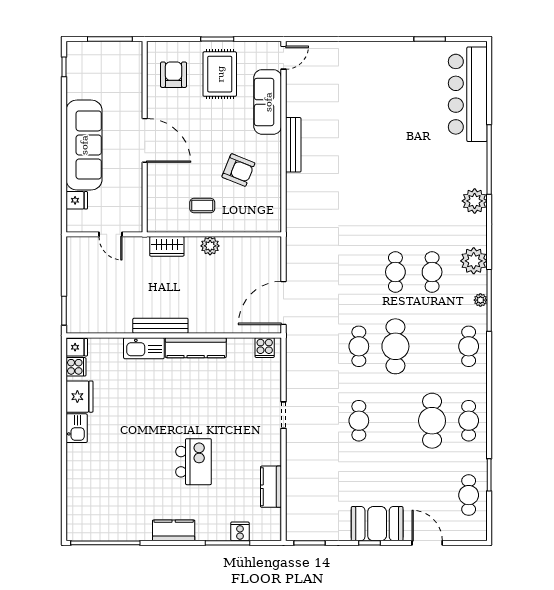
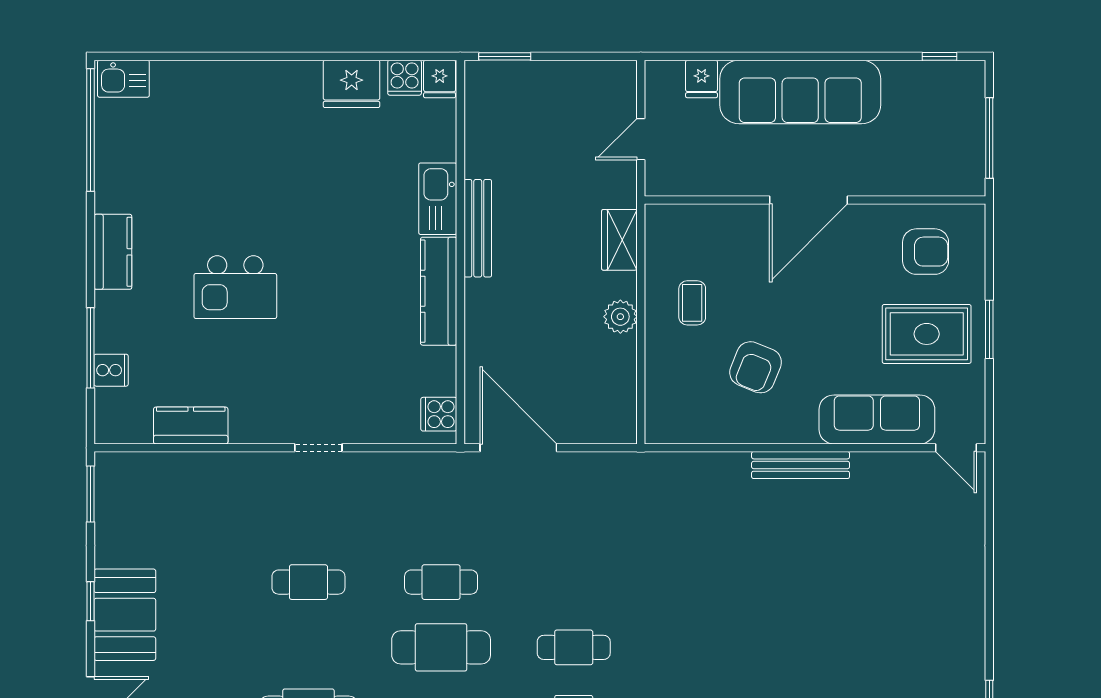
kitchen sink: (77, 428) -> (123, 79), moved

